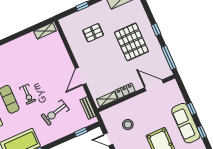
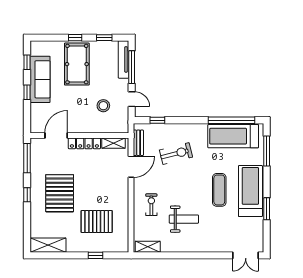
pallet: (93, 33) -> (97, 222), width x1.50, depth x1.42
weight bench: (27, 65) -> (184, 219), added
door: (81, 76) -> (131, 167), moved
door: (154, 85) -> (56, 135), swing flipped
locker: (125, 91) -> (84, 143), width x1.53
exercise bike: (28, 94) -> (151, 205), moved

